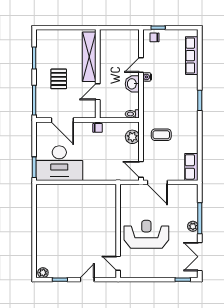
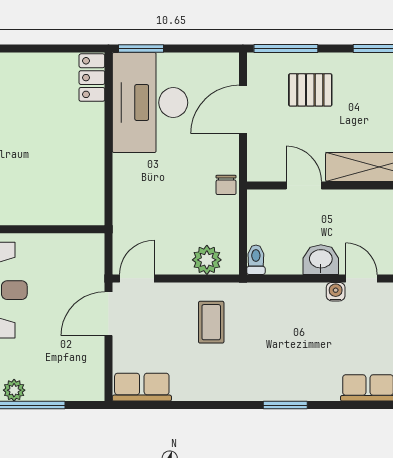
pallet: (59, 79) -> (310, 90), moved
locker: (48, 190) -> (92, 78), added

